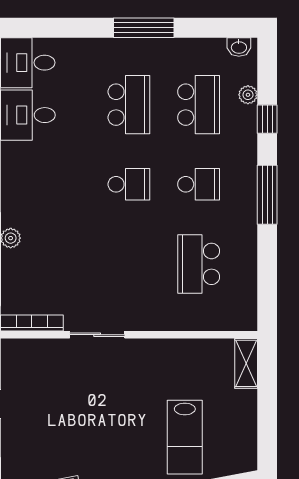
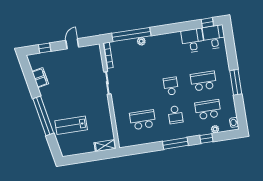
school desk: (129, 105) -> (203, 81), turned 180
school desk: (199, 105) -> (208, 110), turned 180
school desk: (129, 184) -> (171, 86), turned 180

